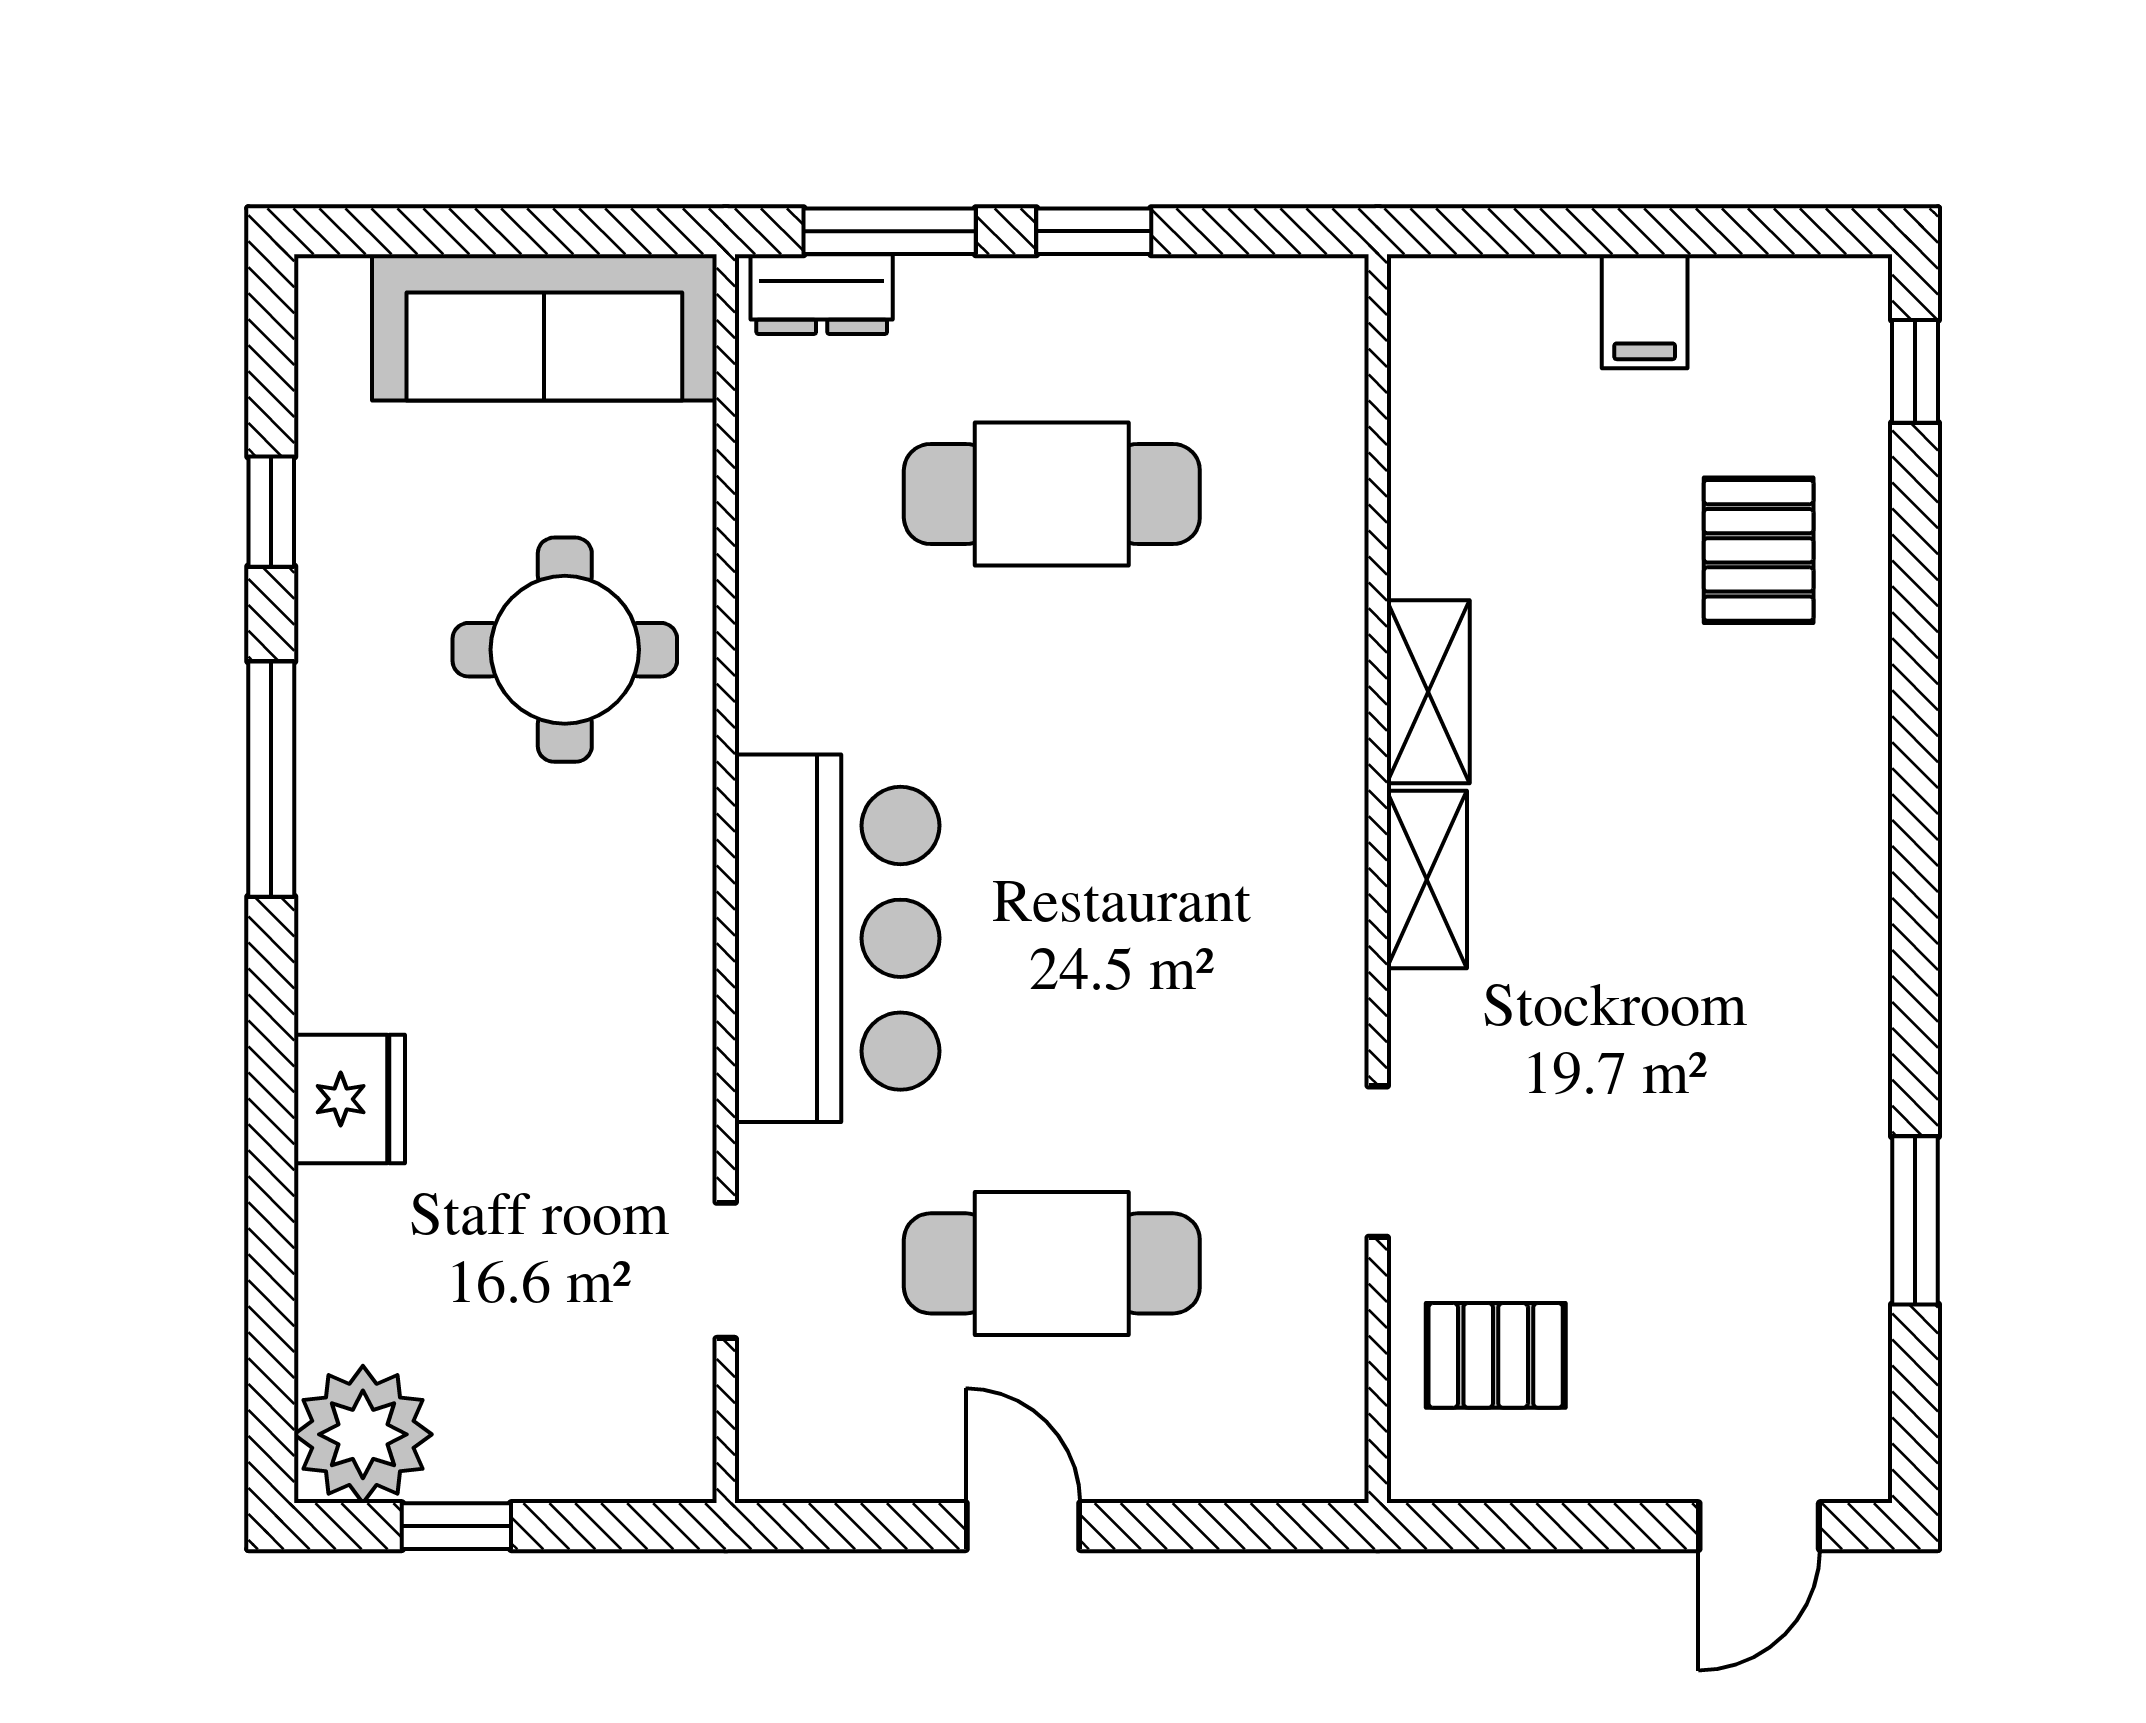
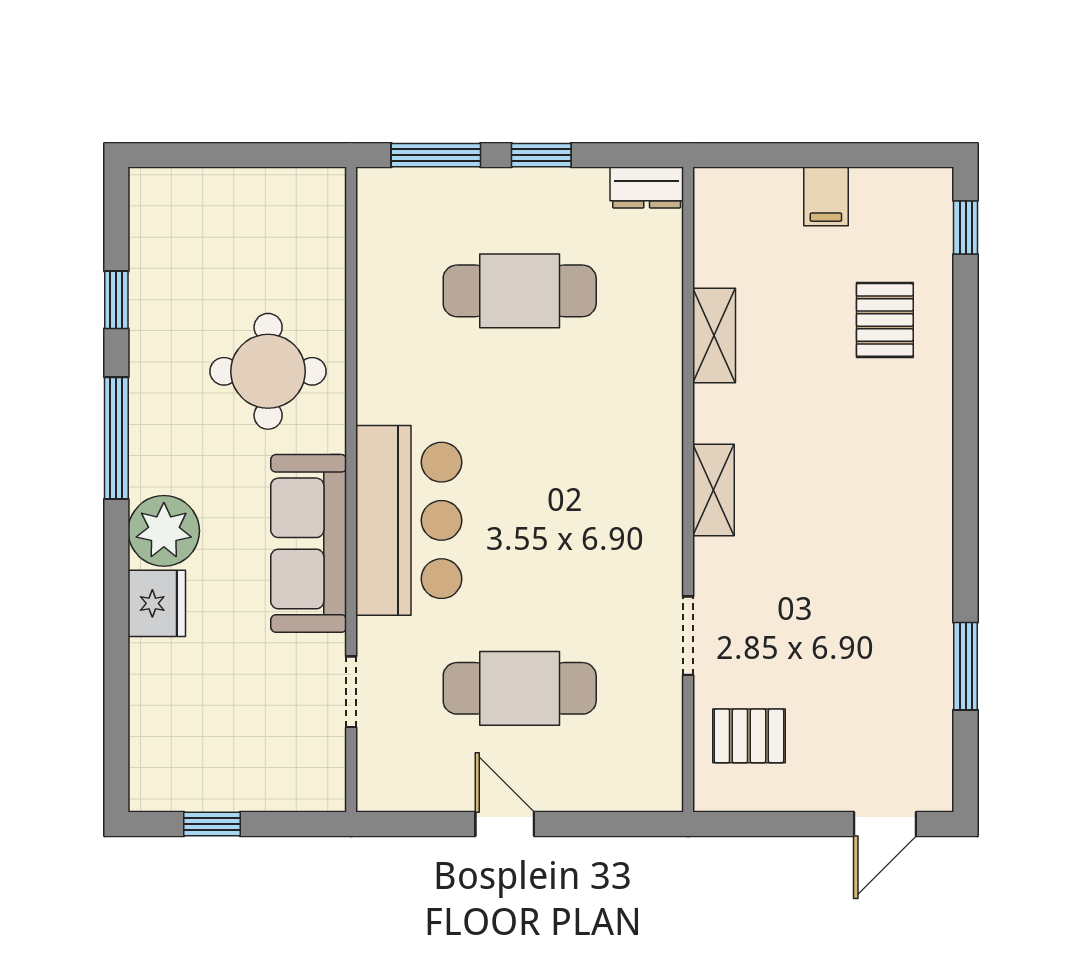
dresser: (822, 294) -> (647, 188), moved
sofa: (544, 327) -> (309, 543), moved, turned 90
shelving: (1428, 692) -> (714, 336), moved
plant: (363, 1434) -> (164, 531), moved

